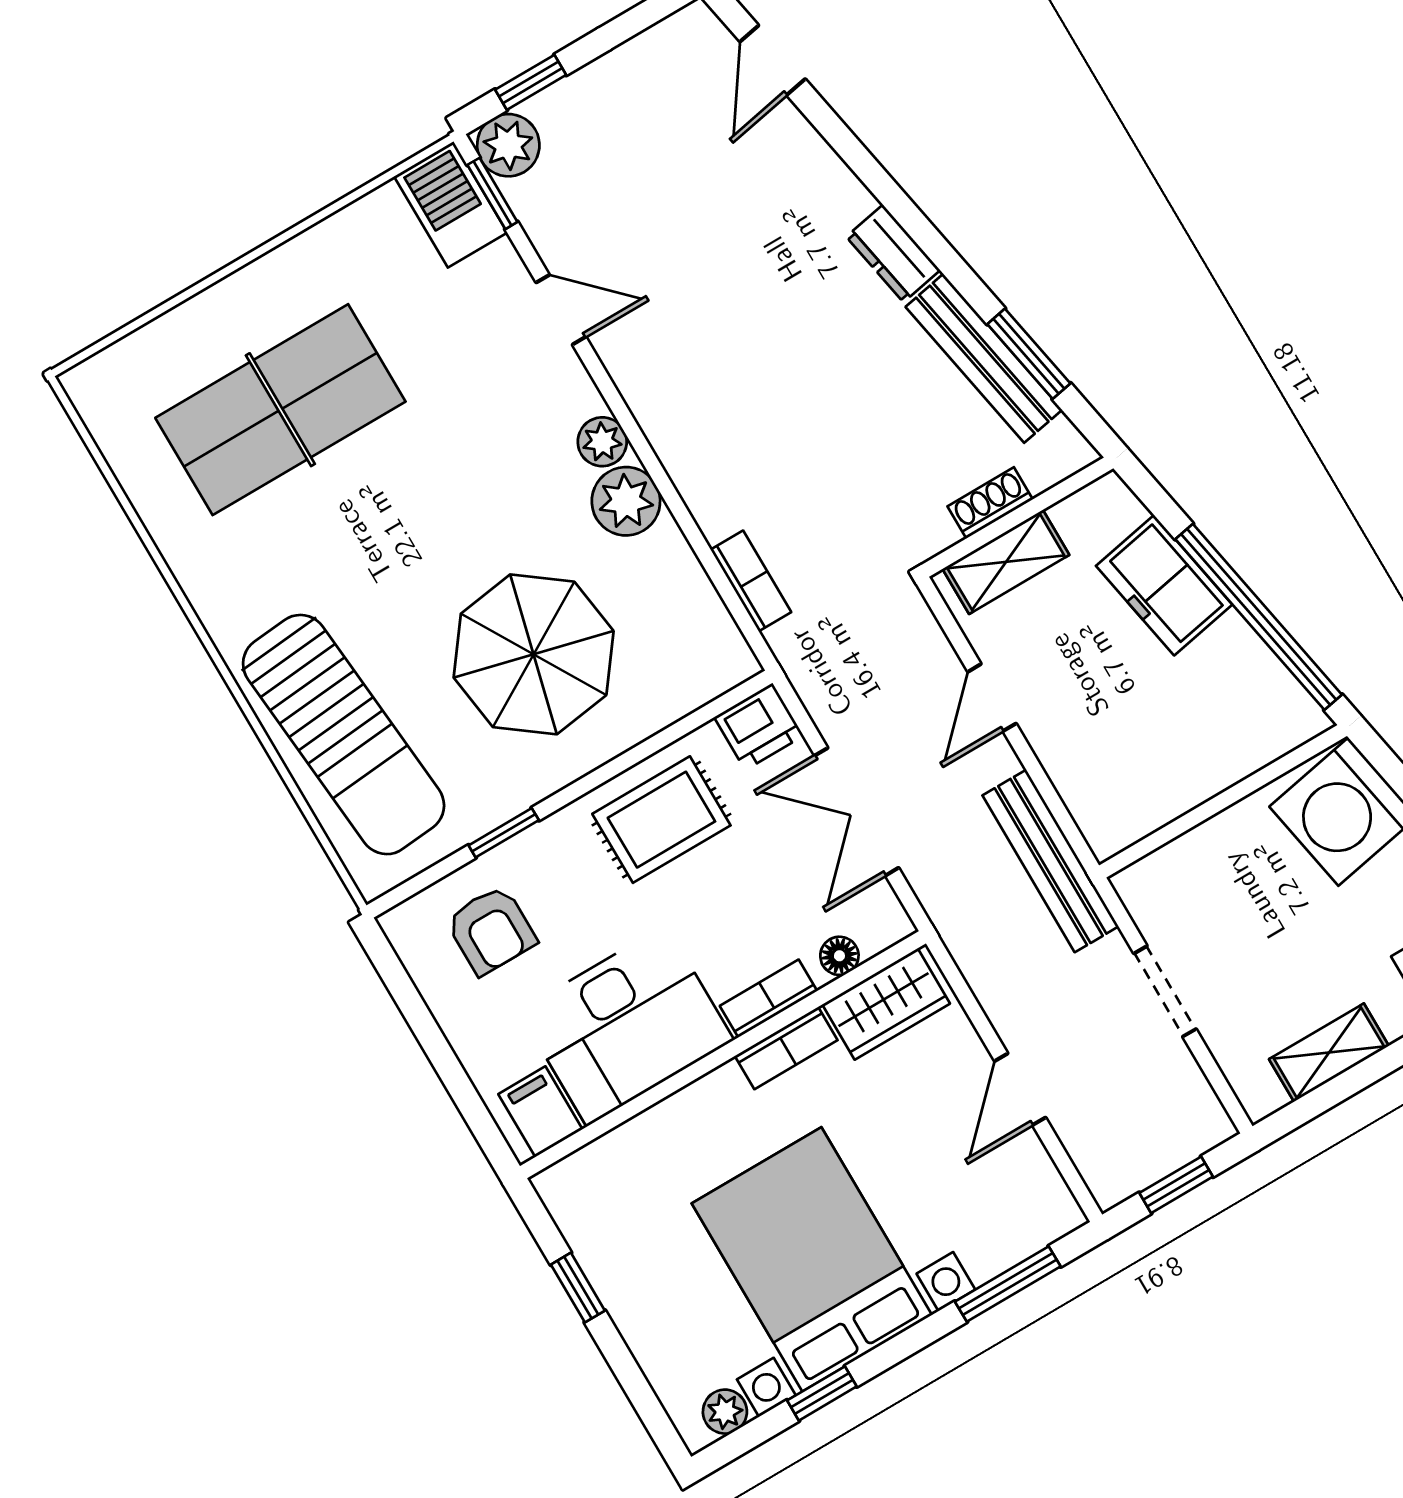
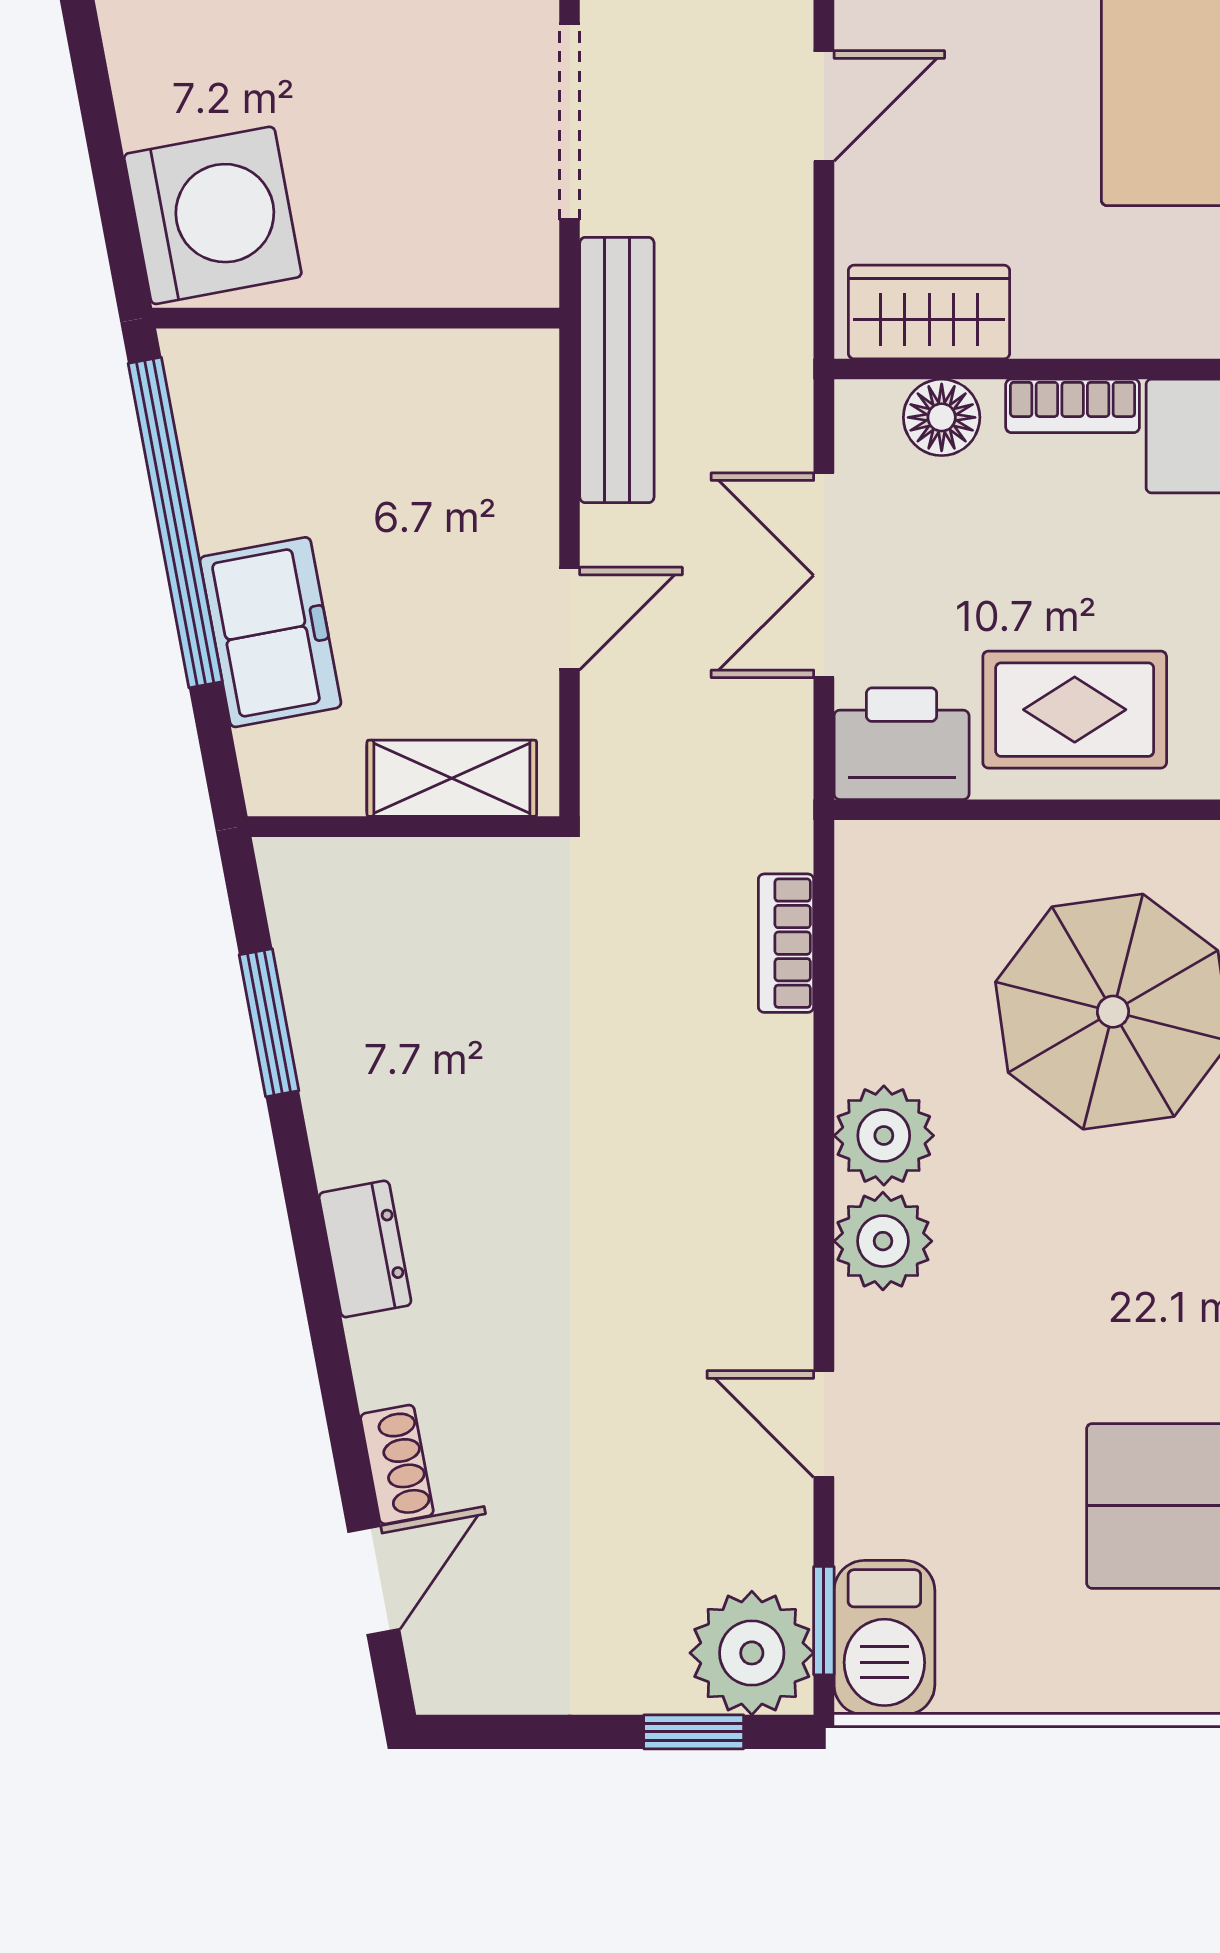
plant: (508, 145) -> (752, 1653), width x1.36, depth x1.36
bench: (984, 358) -> (329, 1050), removed
plant: (602, 442) -> (883, 1241), width x1.38, depth x1.38
shoe rack: (990, 503) -> (397, 1465), moved, turned -101
printer: (759, 726) -> (902, 744), width x1.36, depth x1.24
double door: (857, 812) -> (824, 575), swing flipped
floor lamp: (839, 956) -> (942, 417), width x1.37, depth x1.37
doorway: (1165, 991) -> (570, 122), width x1.38
bookcase: (786, 1048) -> (1087, 331), removed

